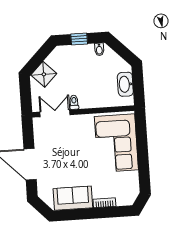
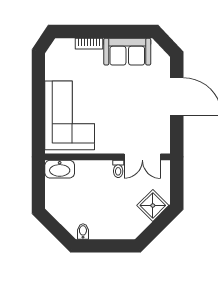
window: (79, 39) -> (107, 246), removed
washbasin: (125, 84) -> (60, 169), moved, turned 90

